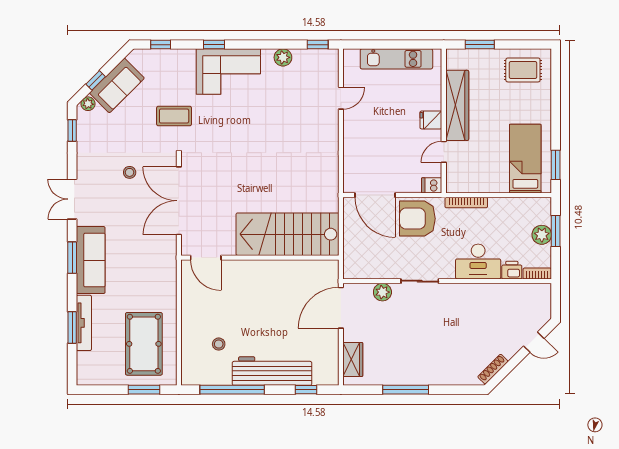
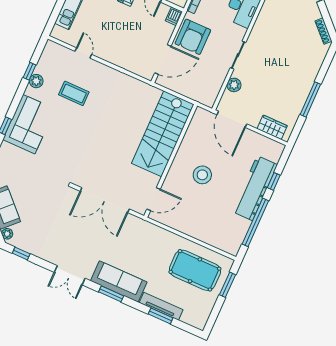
window: (318, 45) -> (30, 71), moved
coffee table: (174, 116) -> (74, 93), moved, turned 90
stool: (130, 172) -> (69, 226), removed
stool: (219, 344) -> (202, 175), moved, width x1.89, depth x1.89
window: (306, 390) -> (274, 181), moved

